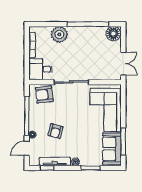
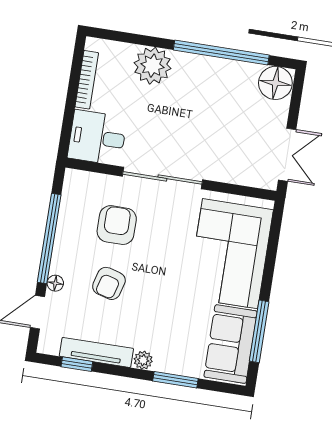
armchair: (44, 95) -> (117, 225), moved, turned 97

